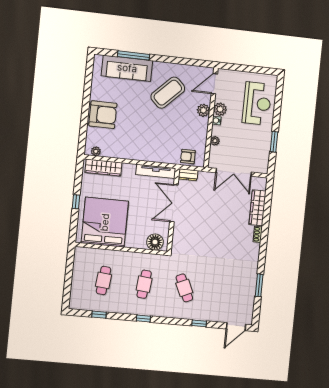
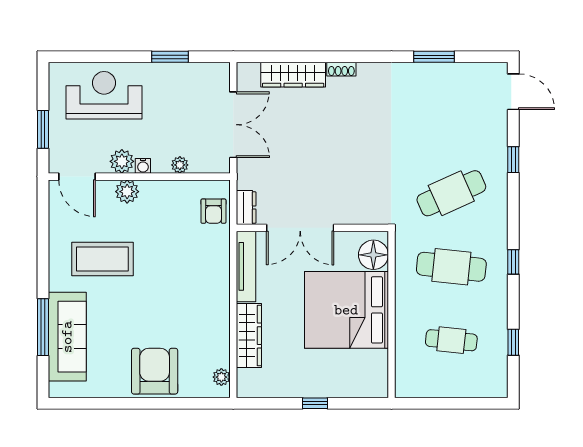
window: (242, 68) -> (43, 129), added
coffee table: (168, 93) -> (102, 259), turned -45
wardrobe: (103, 167) -> (249, 336), moved
bed: (105, 222) -> (346, 310), moved
cafe table: (144, 284) -> (451, 267), width x1.37, depth x1.35
cafe table: (184, 288) -> (451, 193), width x1.37, depth x1.35

